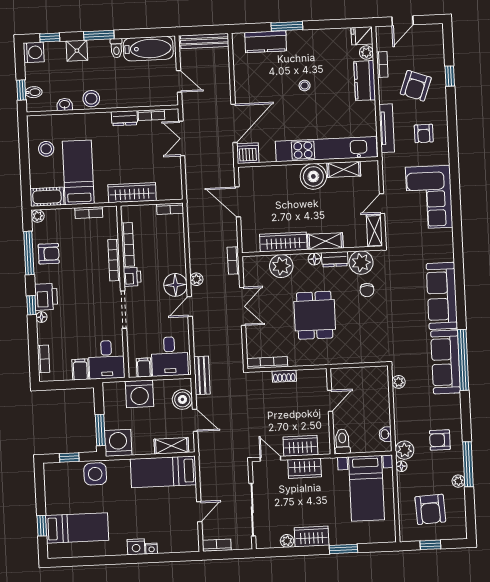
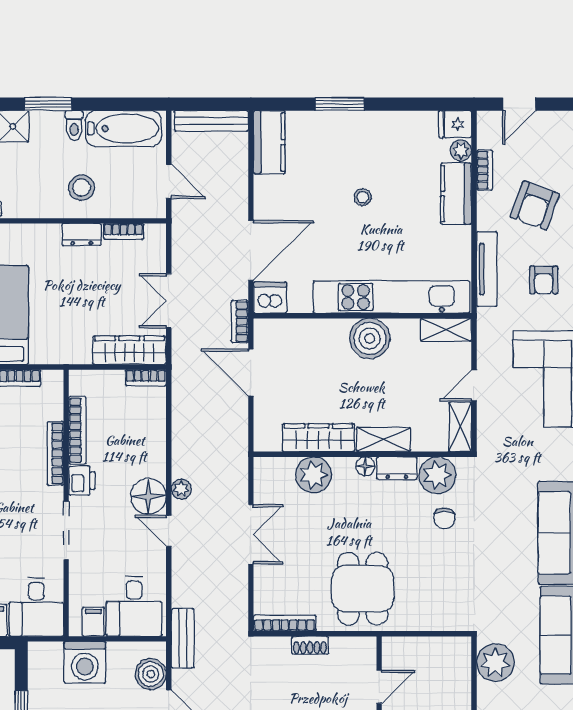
kitchen counter: (266, 42) -> (269, 142), moved, turned -90
stool: (91, 99) -> (82, 188), moved
double door: (182, 138) -> (169, 301), moved
shelving: (344, 169) -> (446, 330), moved
wardrobe: (132, 193) -> (129, 350), moved
bookcase: (233, 260) -> (240, 322), moved
door: (190, 306) -> (169, 531), hinge flipped
dining table: (315, 315) -> (363, 589), moved
plant: (399, 382) -> (495, 663), width x1.88, depth x1.88

